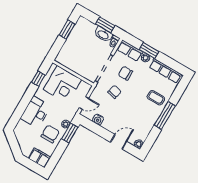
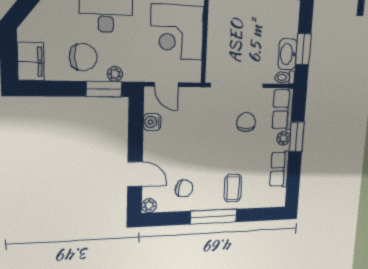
row of seats: (165, 71) -> (279, 169), width x0.68
chair: (115, 92) -> (184, 188), moved

